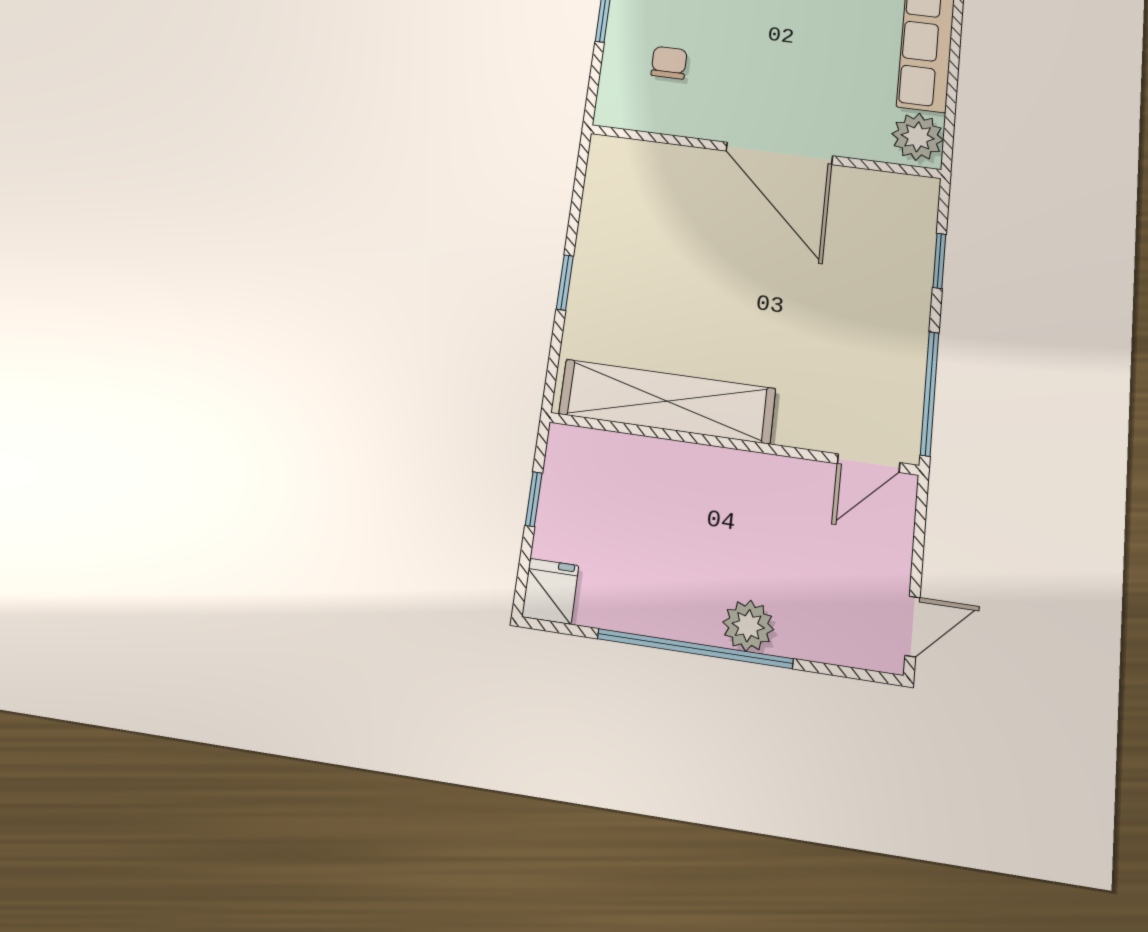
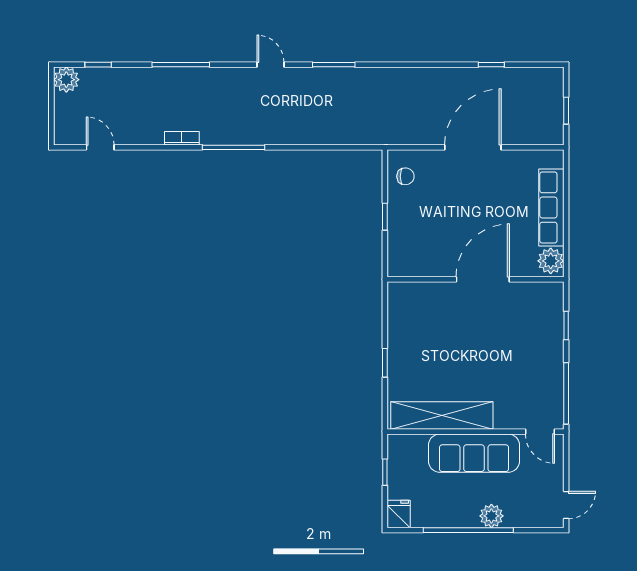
chair: (669, 63) -> (422, 237), removed
door: (779, 153) -> (483, 279), swing flipped
door: (869, 463) -> (540, 432), hinge flipped
sofa: (725, 487) -> (474, 453), added

